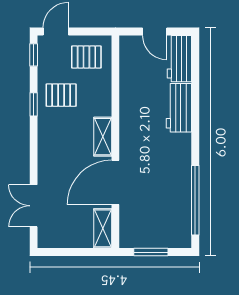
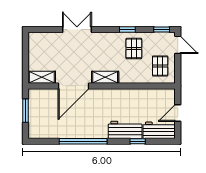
window: (195, 89) -> (138, 141), added
door: (115, 182) -> (73, 86), swing flipped
window: (195, 200) -> (83, 141), moved
double door: (34, 206) -> (77, 30), moved

